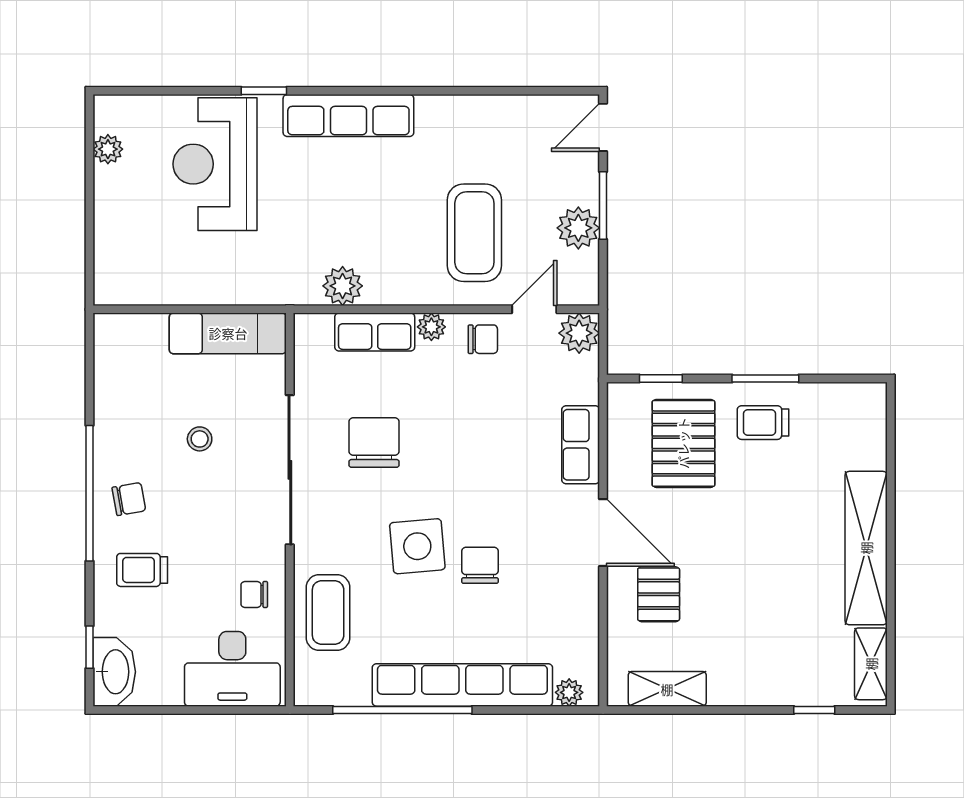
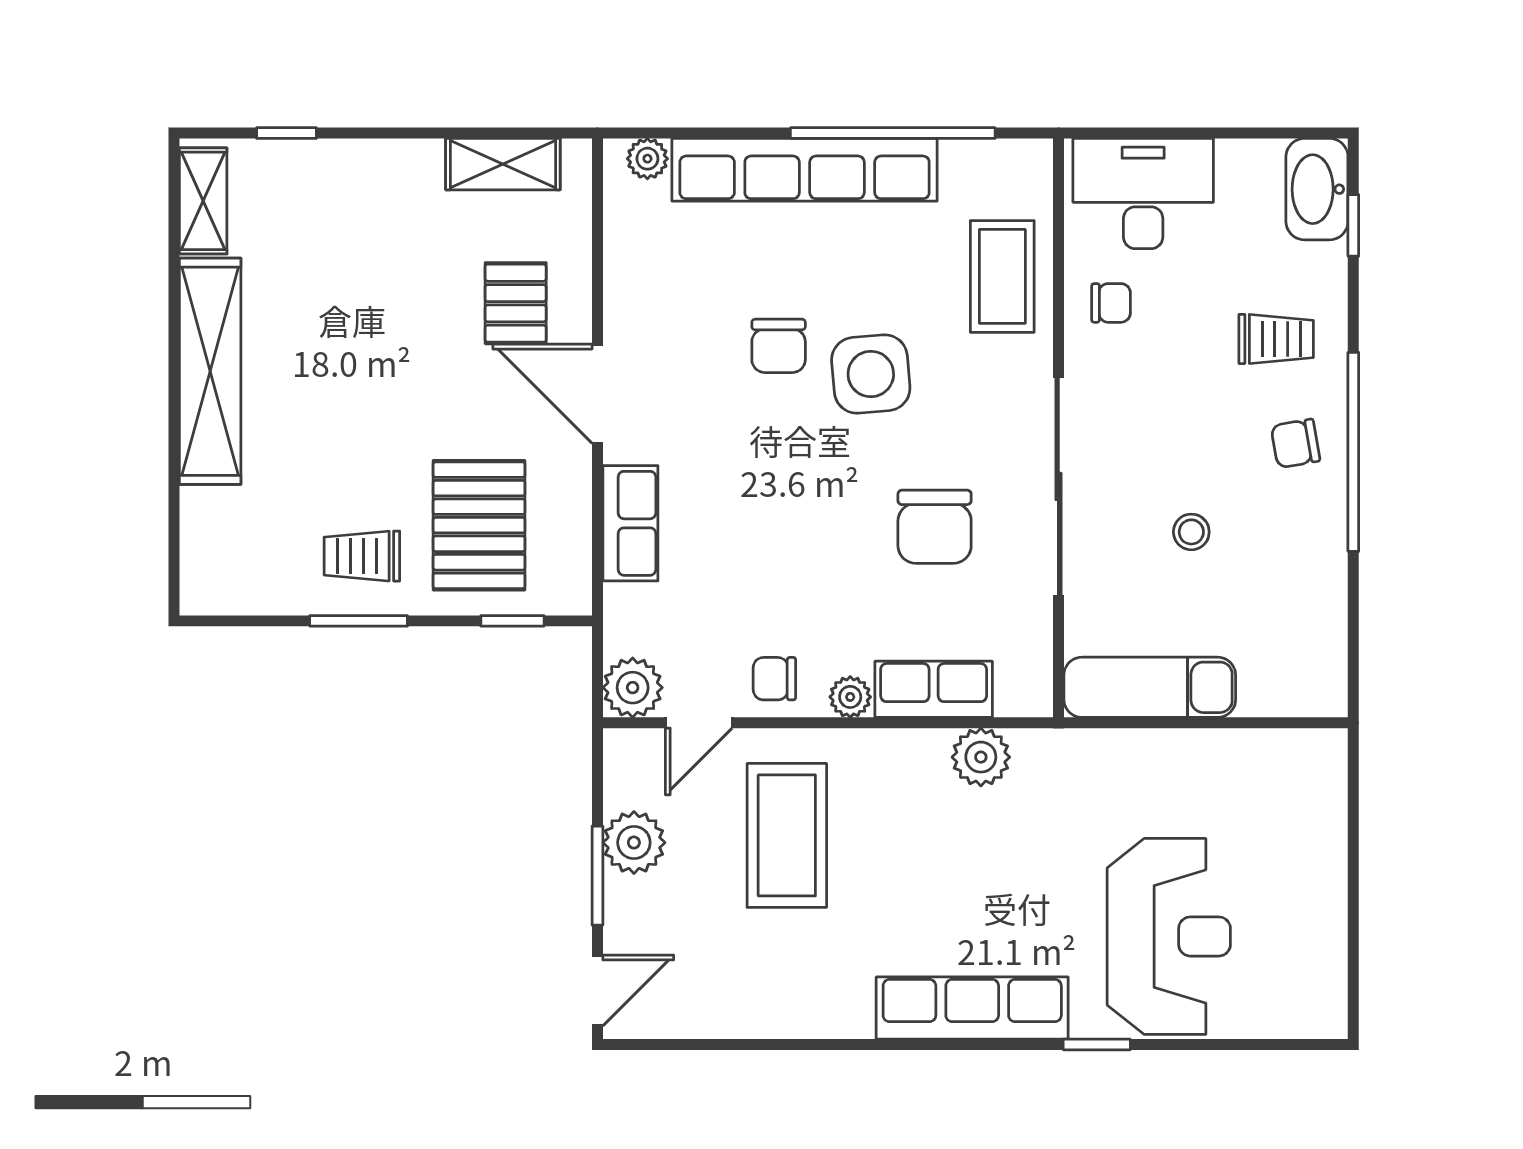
plant: (108, 149) -> (1326, 958), removed
trolley: (763, 423) -> (362, 556), turned 180

